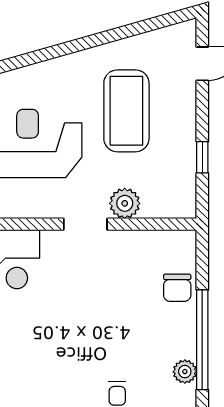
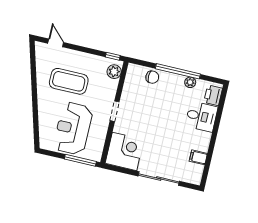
window: (202, 157) -> (113, 56), moved
plant: (125, 203) -> (114, 72), moved

